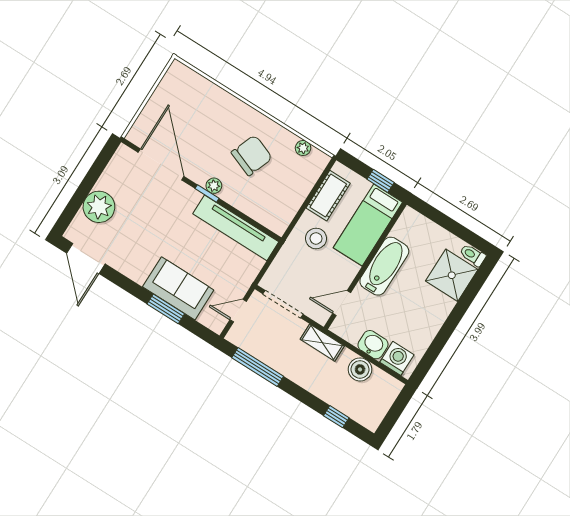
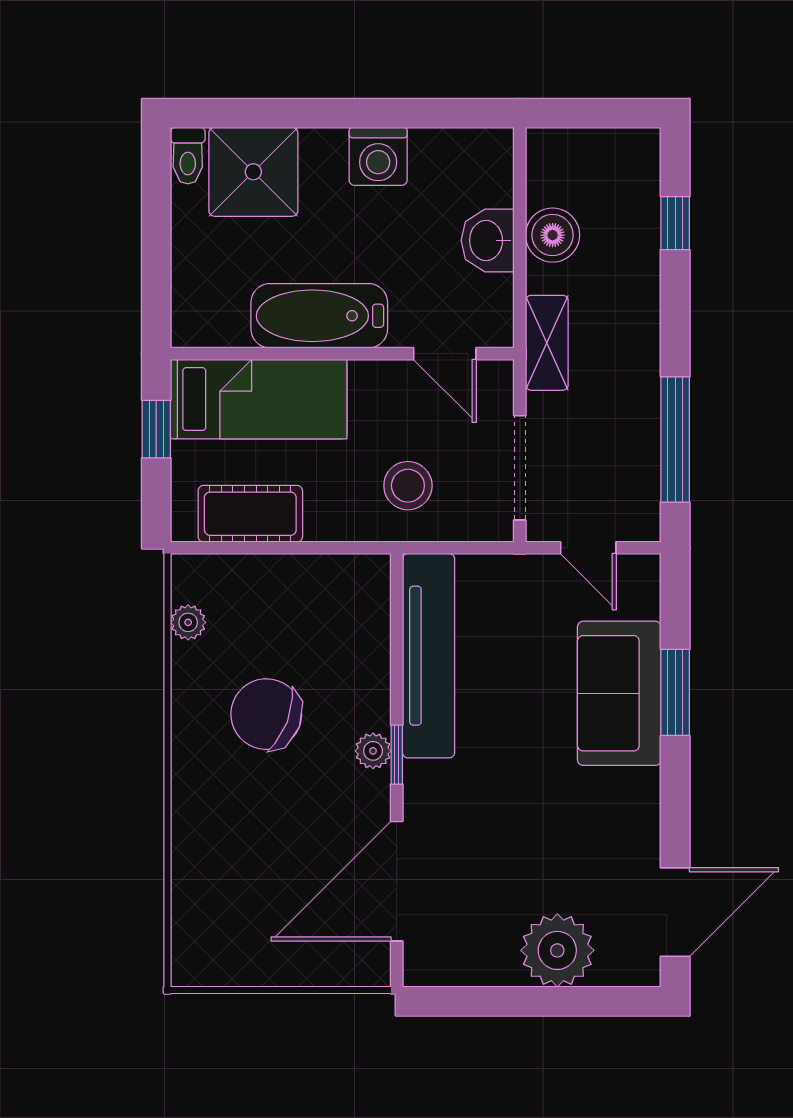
stool: (316, 238) -> (408, 486), moved
washing machine: (397, 358) -> (378, 156), moved, turned -90

